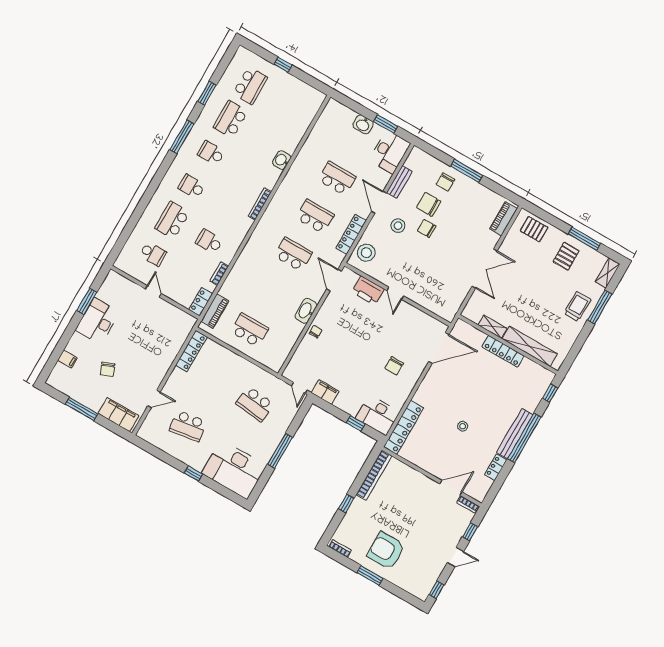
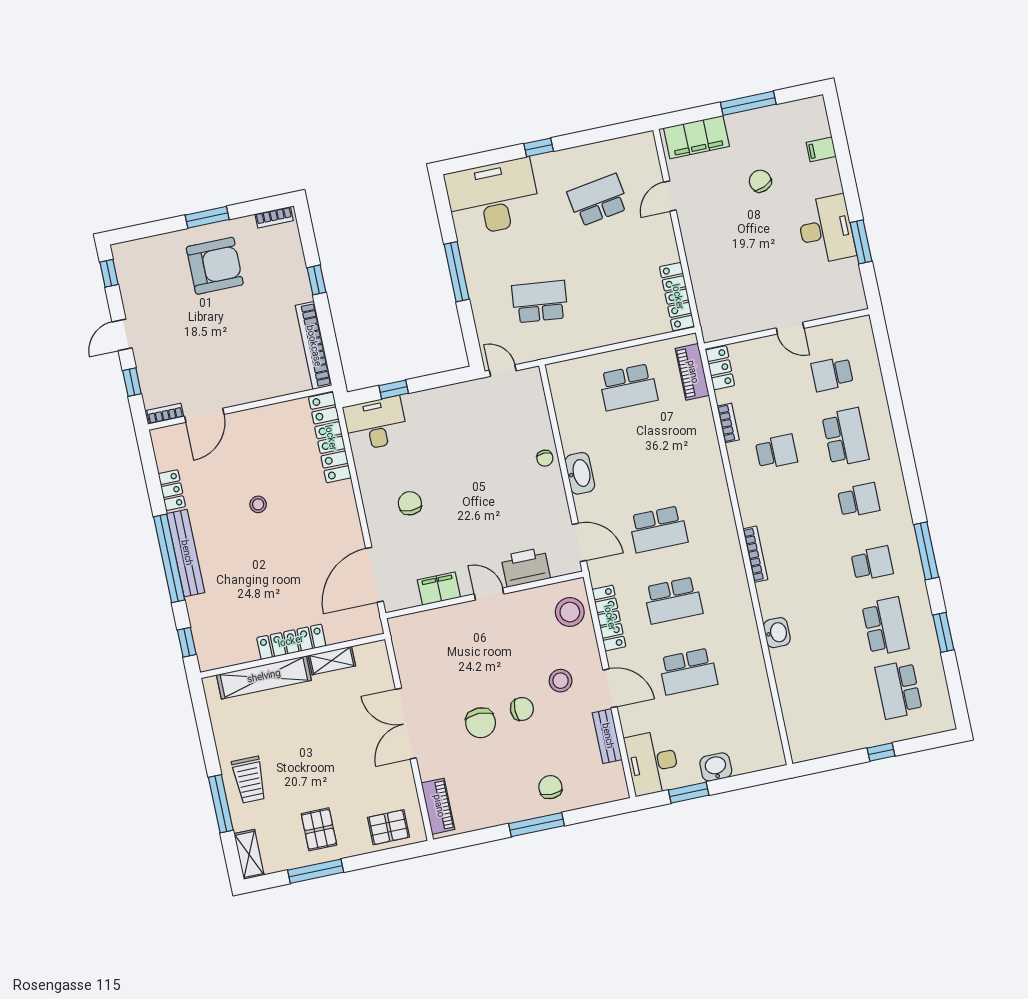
chair: (429, 204) -> (481, 723), moved, turned 90
filing cabinet: (325, 392) -> (439, 589), moved, turned 180

